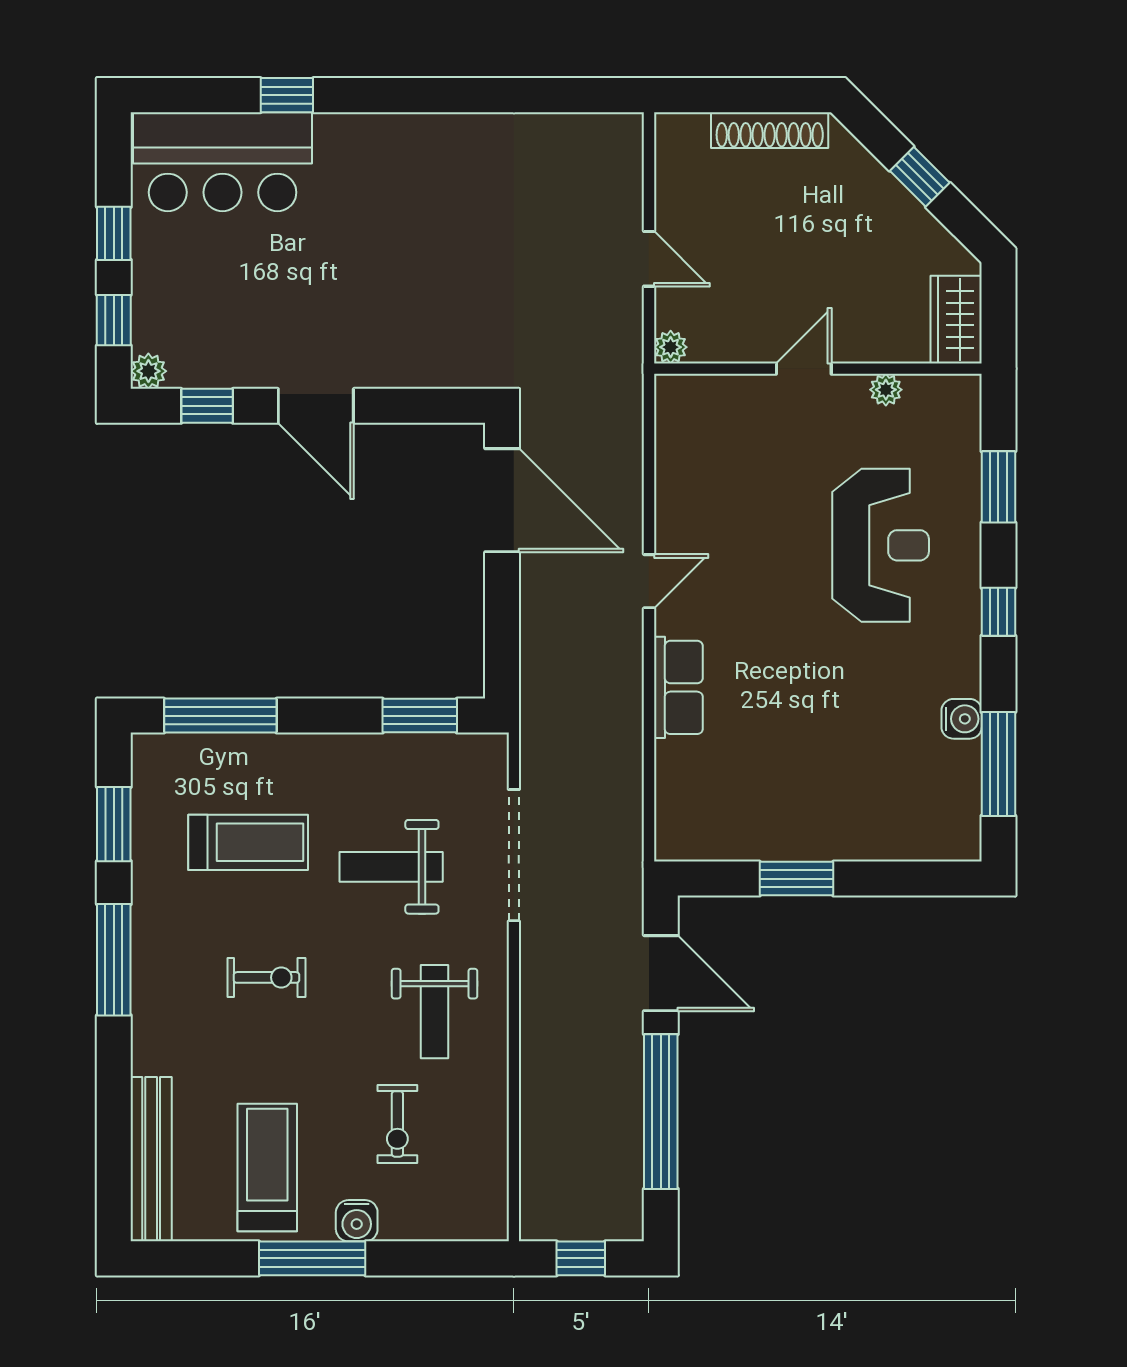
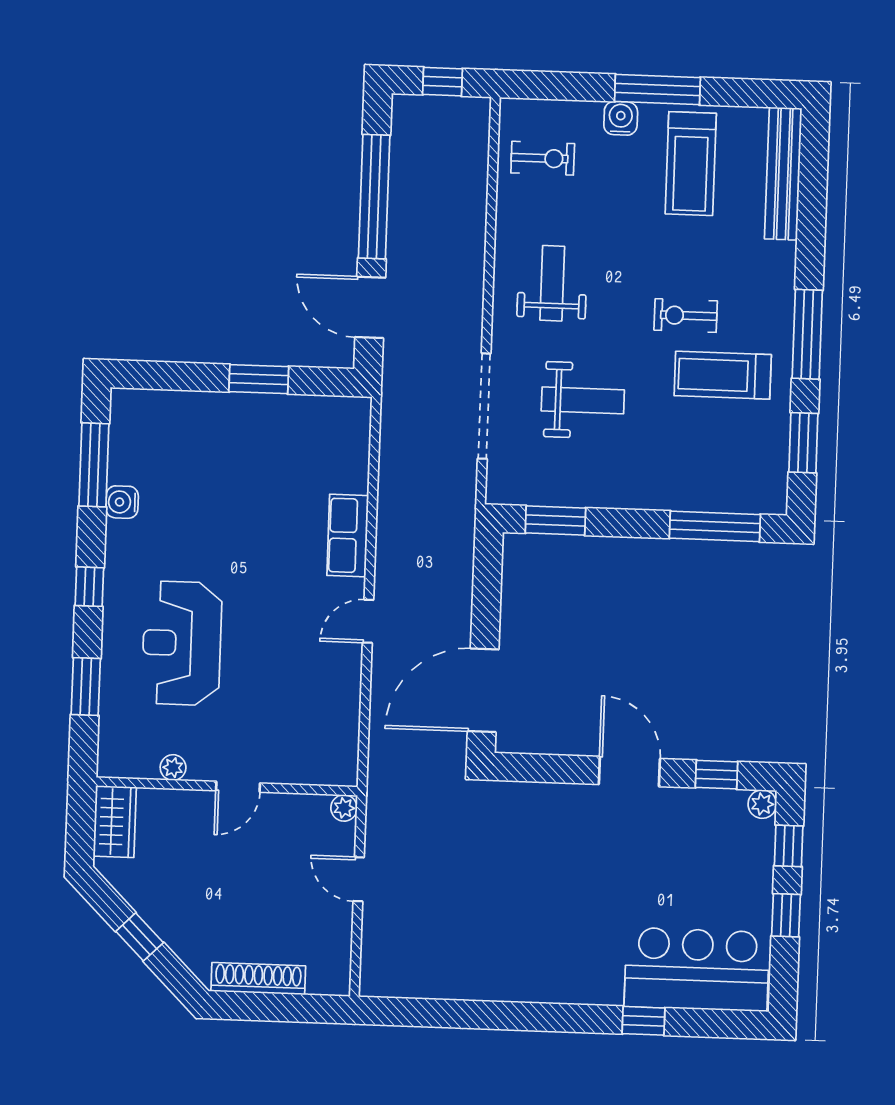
door: (502, 500) -> (483, 690), hinge flipped
treadmill: (248, 842) -> (723, 375), moved
exercise bike: (397, 1124) -> (543, 158), moved, turned 90

